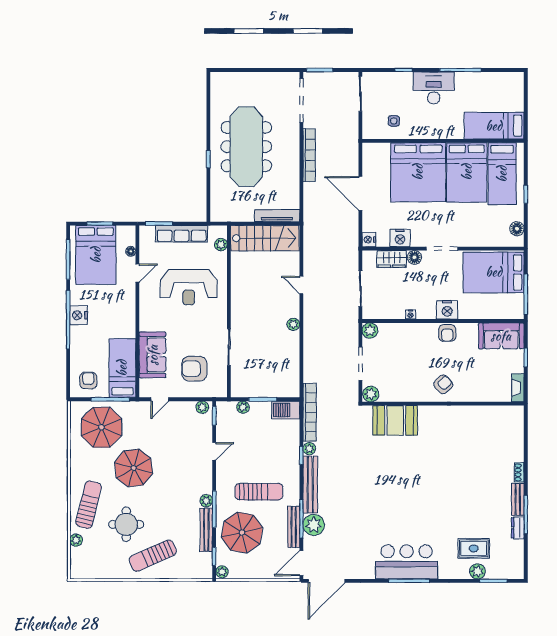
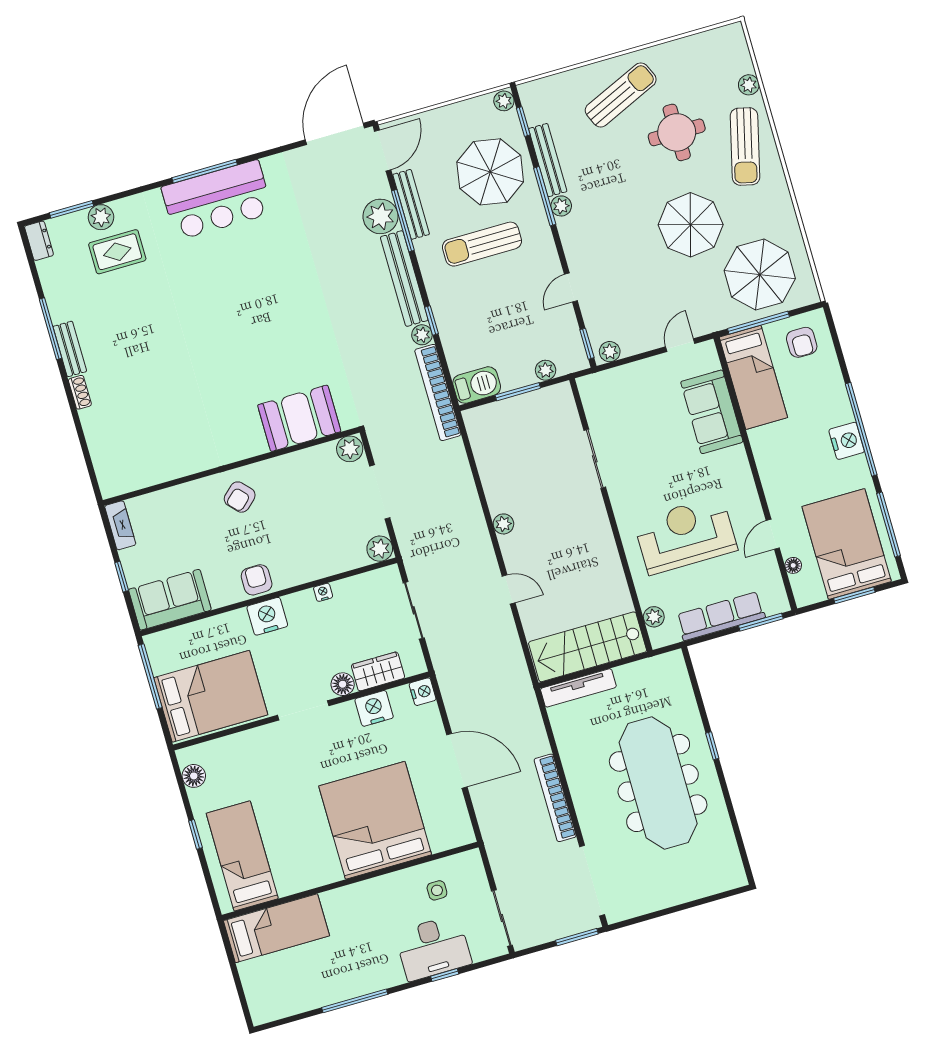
desk: (434, 88) -> (433, 948), moved
bed: (467, 172) -> (298, 842), removed
armchair: (194, 369) -> (640, 409), removed
dresser: (518, 528) -> (39, 241), moved

